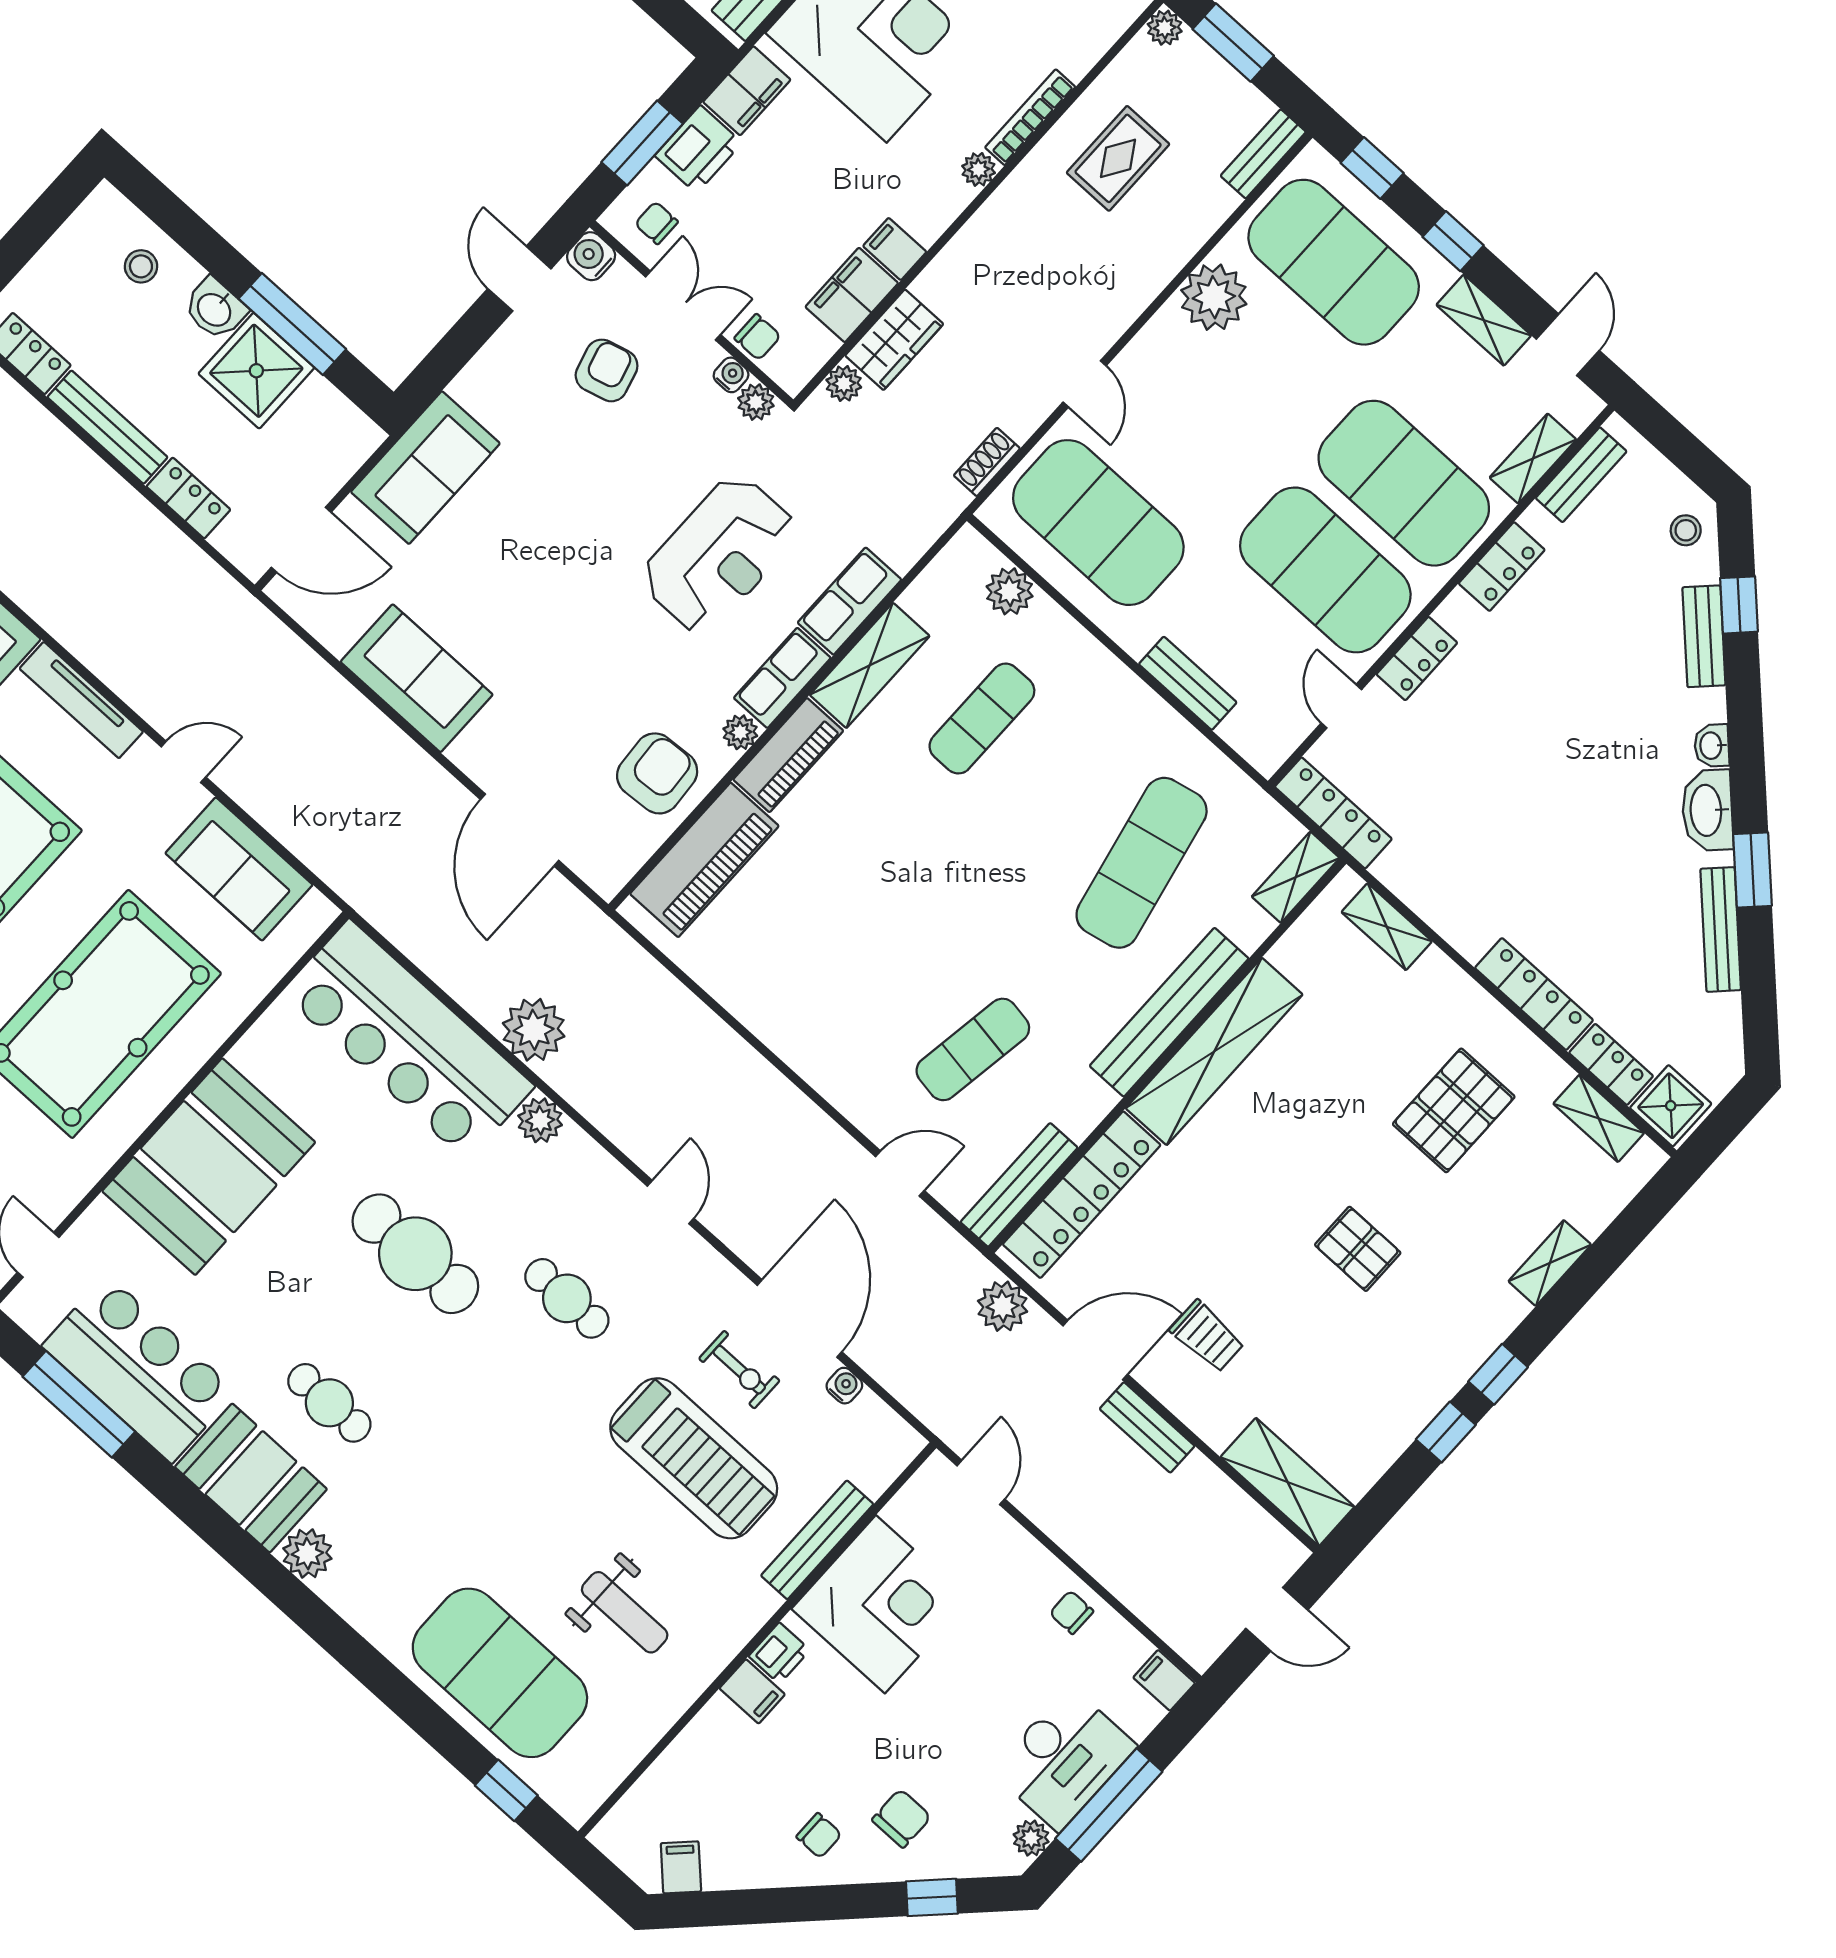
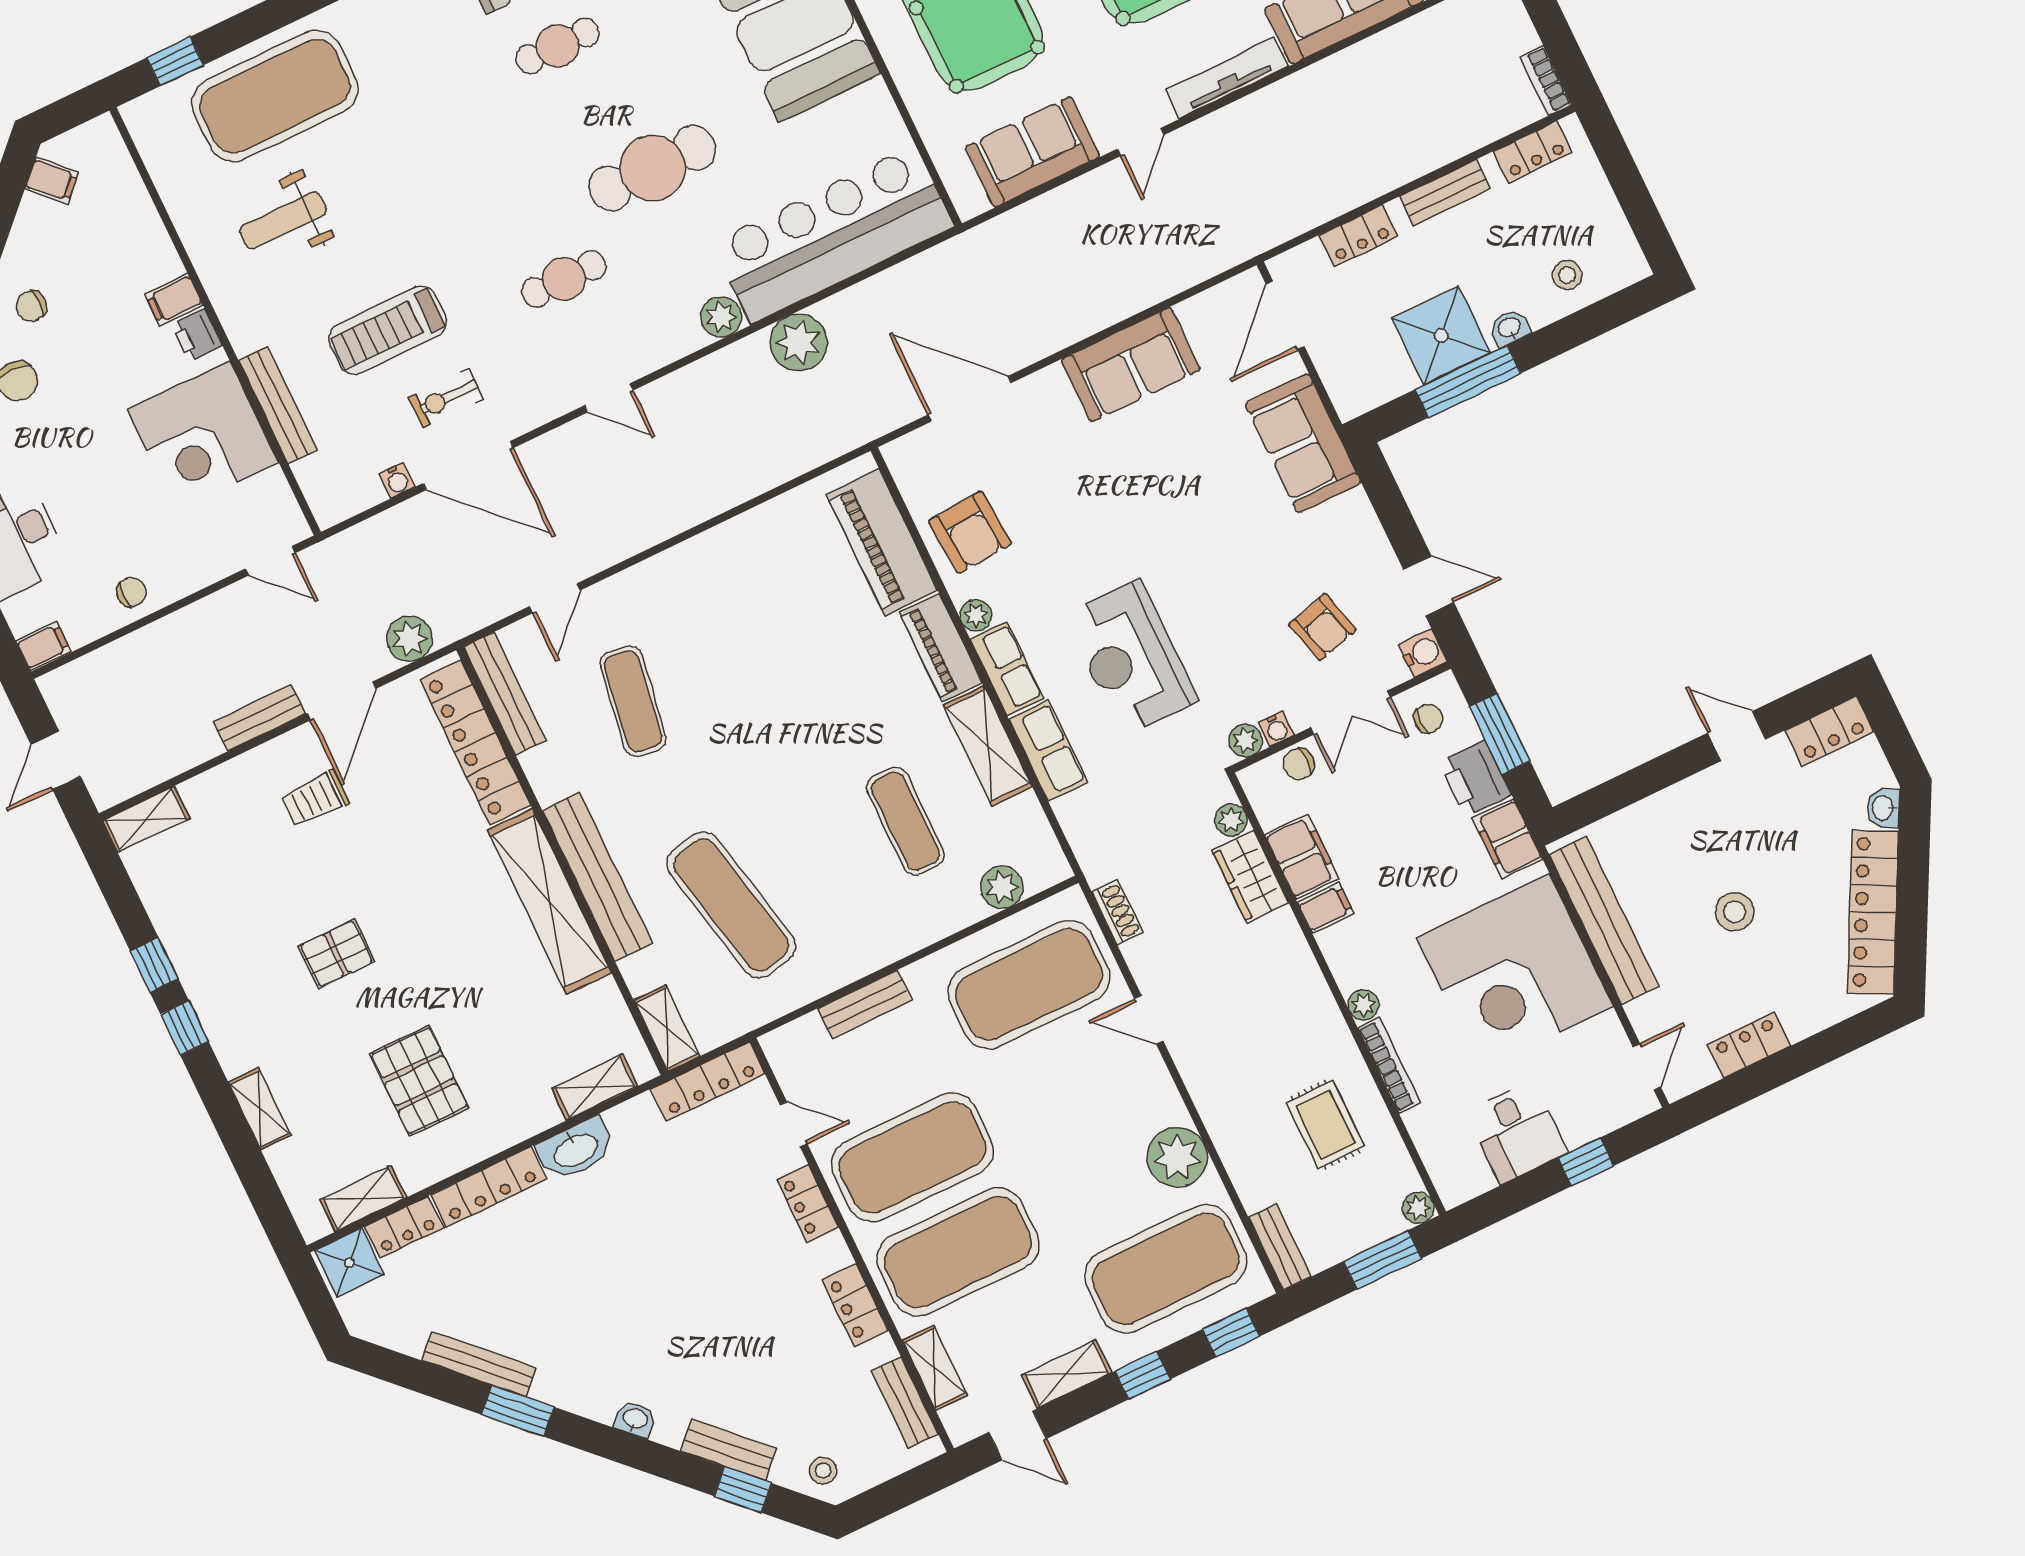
washbasin: (215, 309) -> (1509, 328), width x0.72, depth x0.69
bench: (107, 427) -> (1445, 193), width x0.73
washbasin: (1707, 810) -> (575, 1149), moved, turned 135
treadmill: (694, 1458) -> (388, 330), width x0.73, depth x0.73
shelving: (1287, 1482) -> (146, 819), width x0.67, depth x0.75

